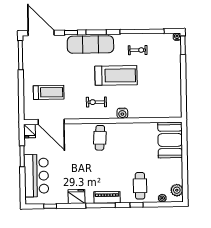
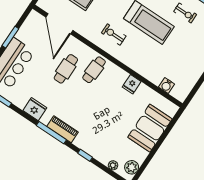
water cooler: (122, 113) -> (167, 86), moved
fridge: (30, 131) -> (132, 84), moved
booth: (170, 140) -> (150, 128), moved
cafe table: (140, 186) -> (66, 69), moved

